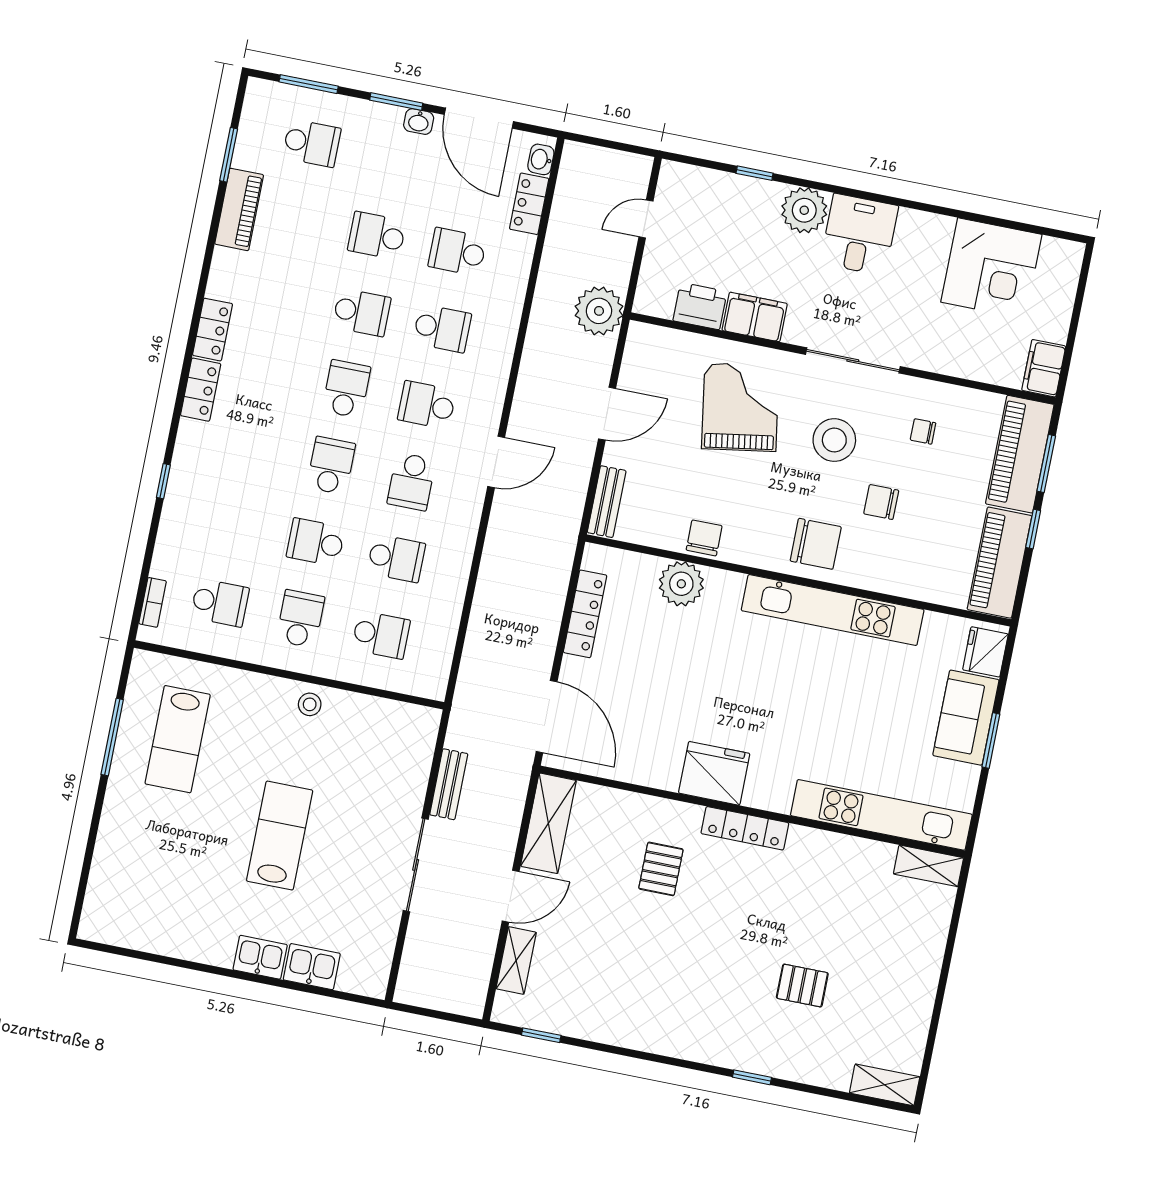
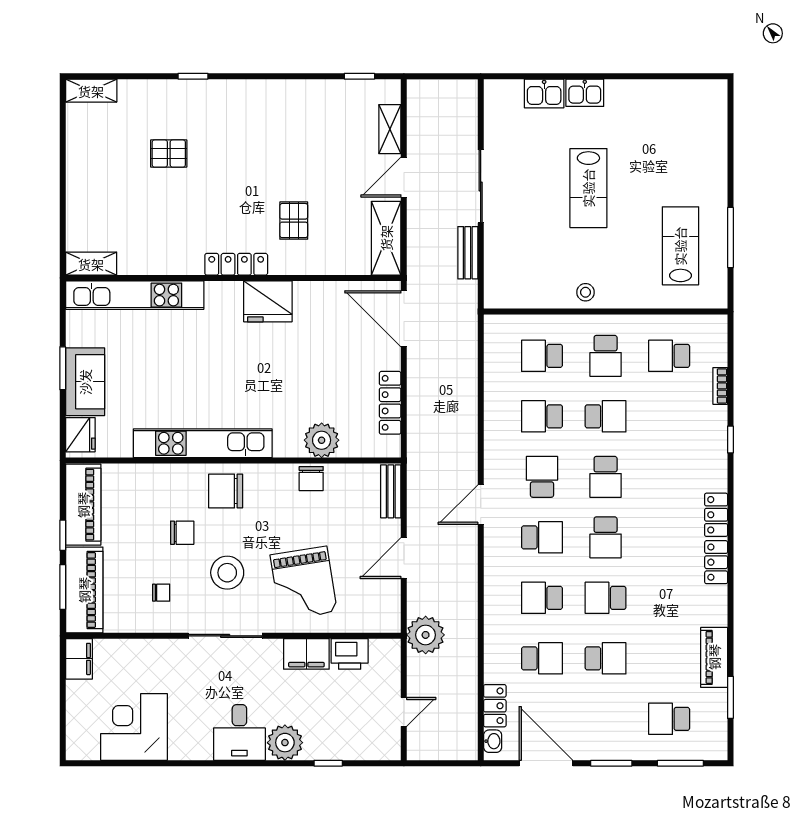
washbasin: (419, 122) -> (591, 751), removed
bookcase: (153, 602) -> (720, 386), moved

